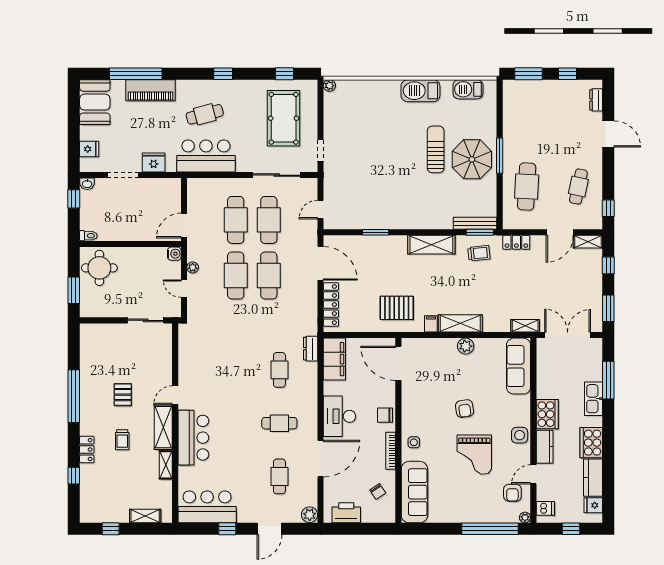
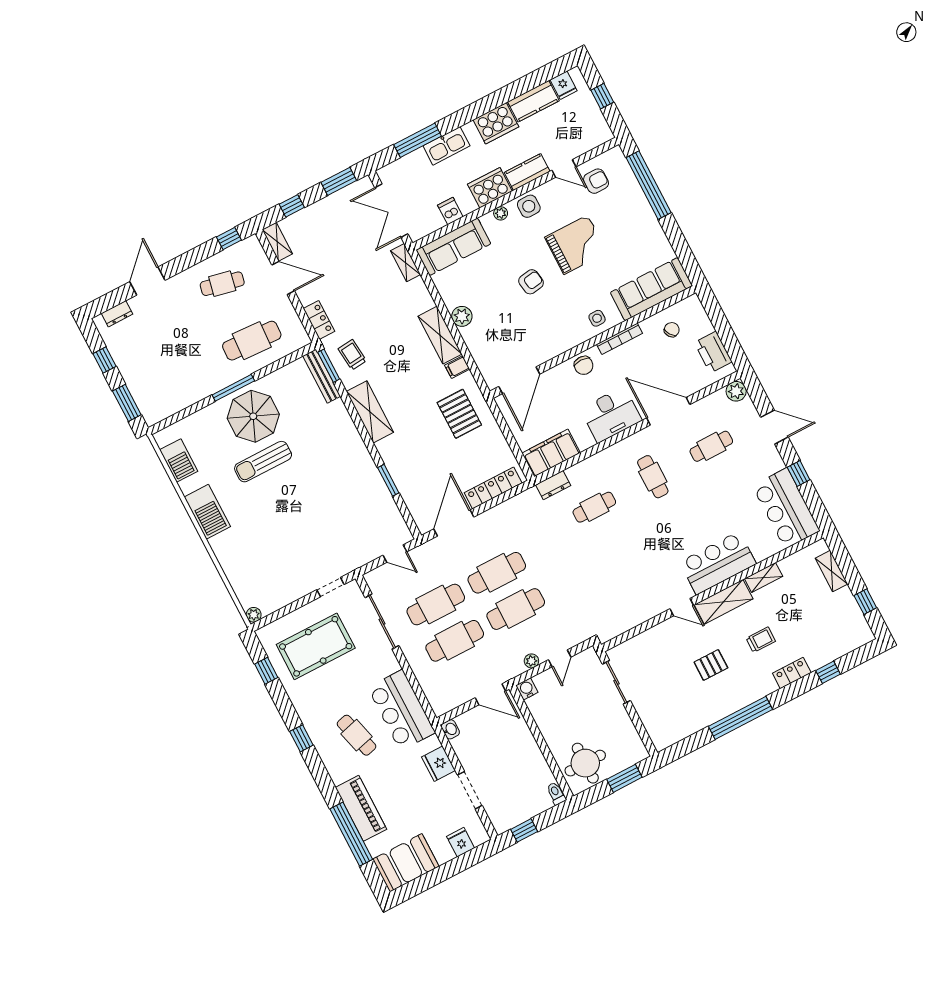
washbasin: (87, 184) -> (450, 729), moved
dishwasher: (545, 508) -> (450, 211), moved
plant: (525, 517) -> (501, 213), moved

